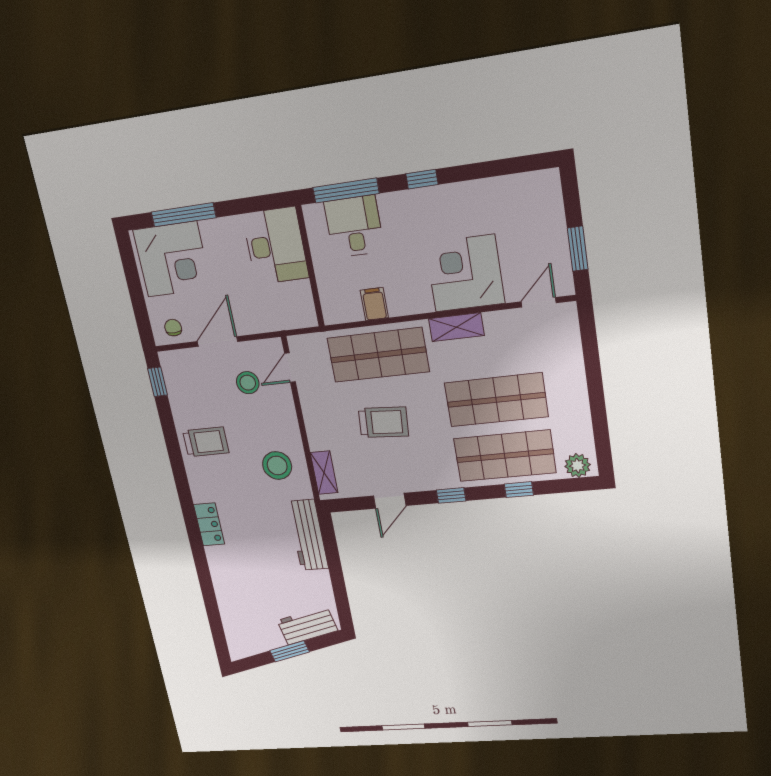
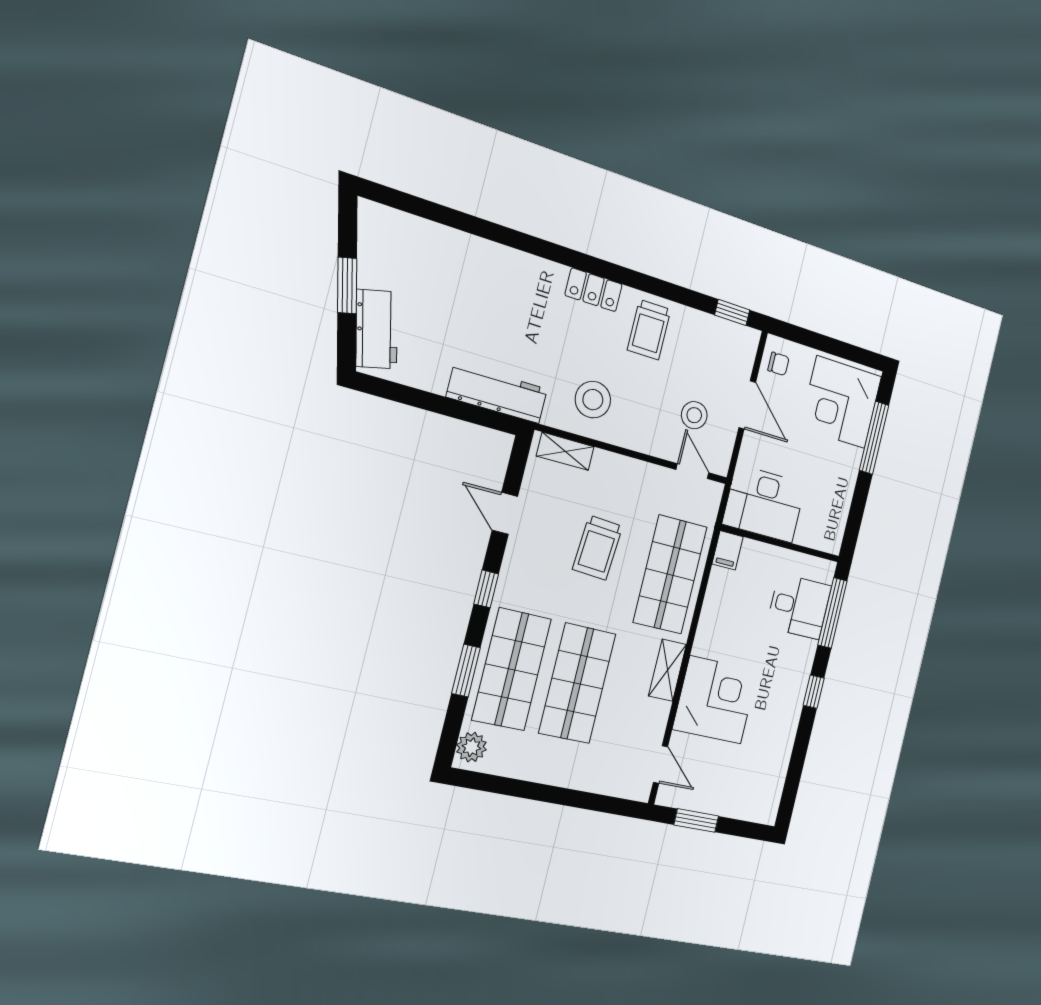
desk: (275, 246) -> (764, 504), moved
filing cabinet: (374, 304) -> (728, 550), moved, turned 90
window: (519, 490) -> (466, 671), width x1.50
locker: (209, 524) -> (594, 290), moved

